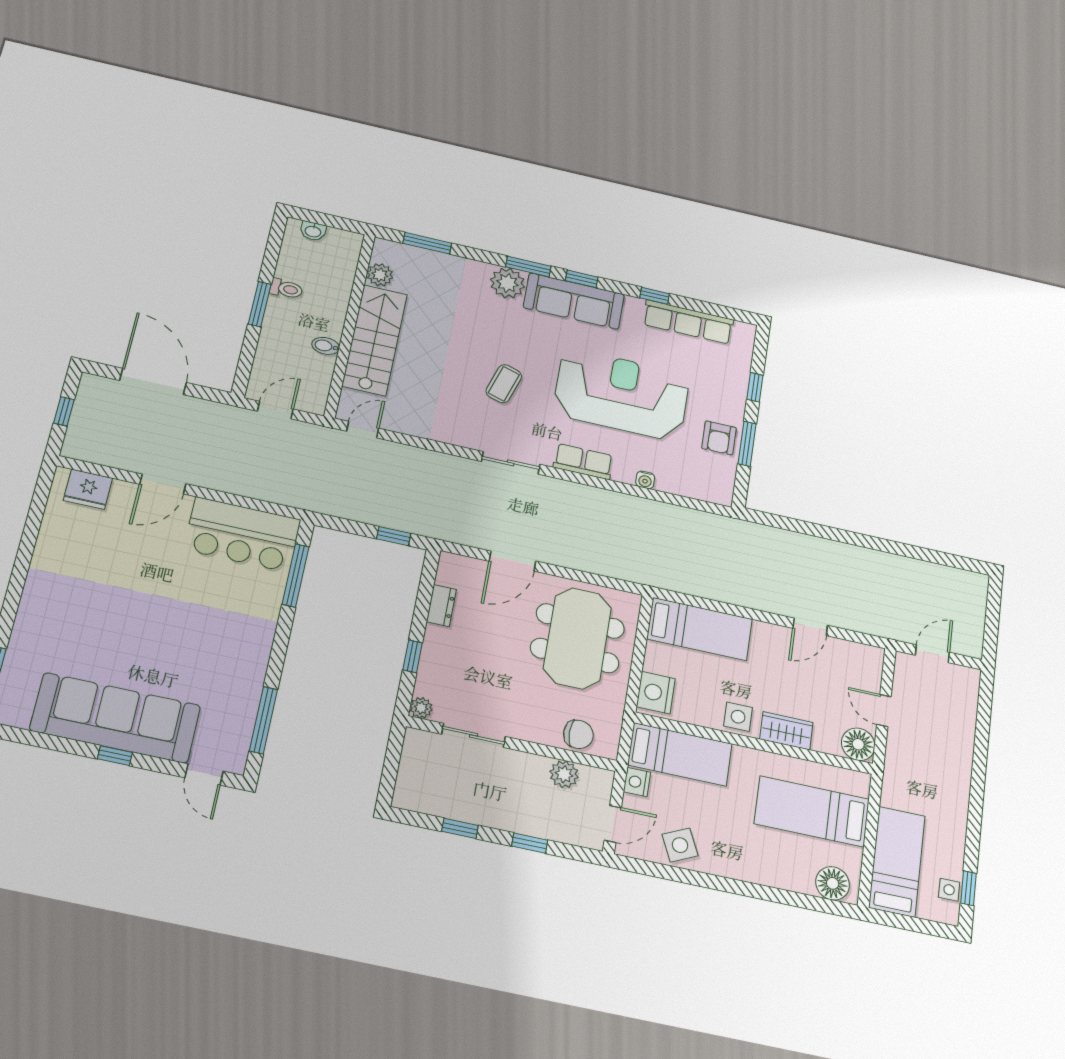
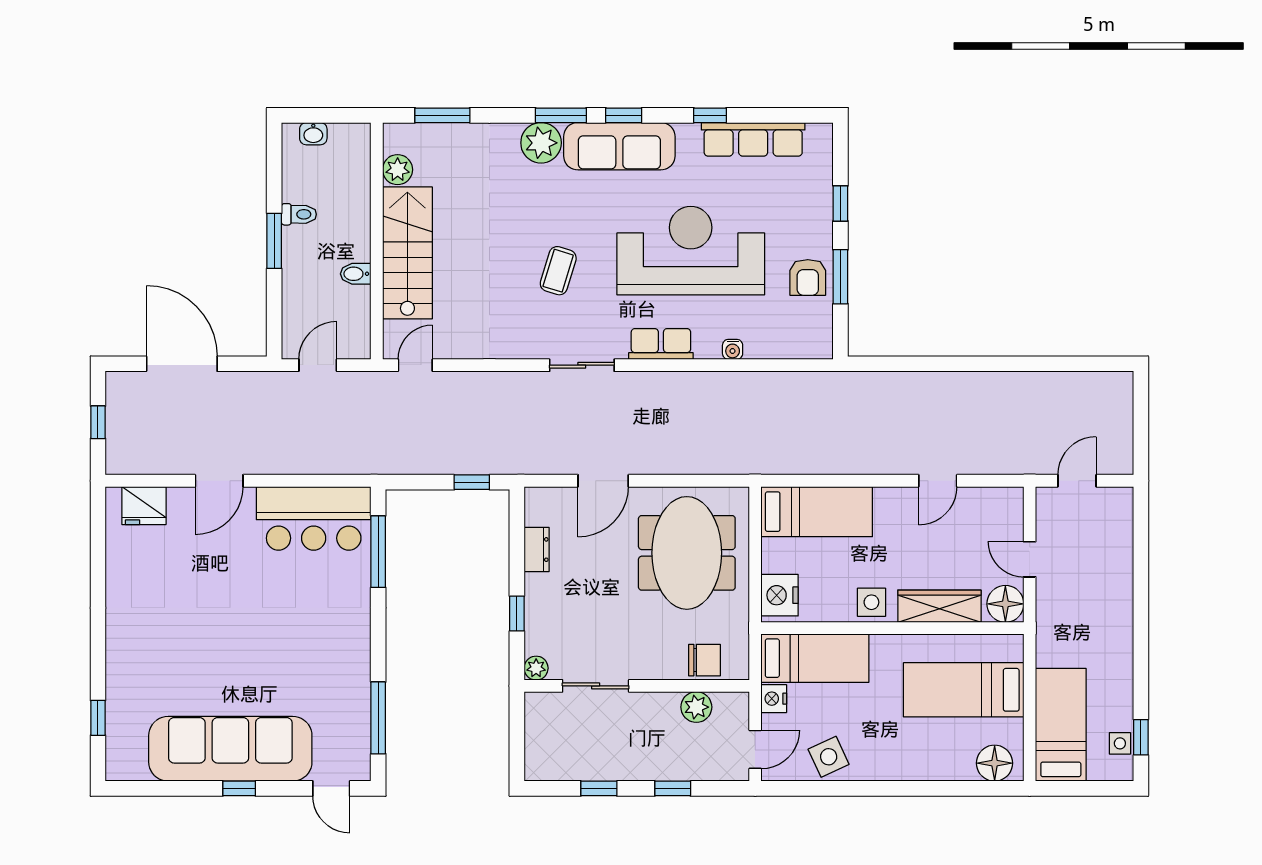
wardrobe: (786, 731) -> (939, 606), width x1.50

